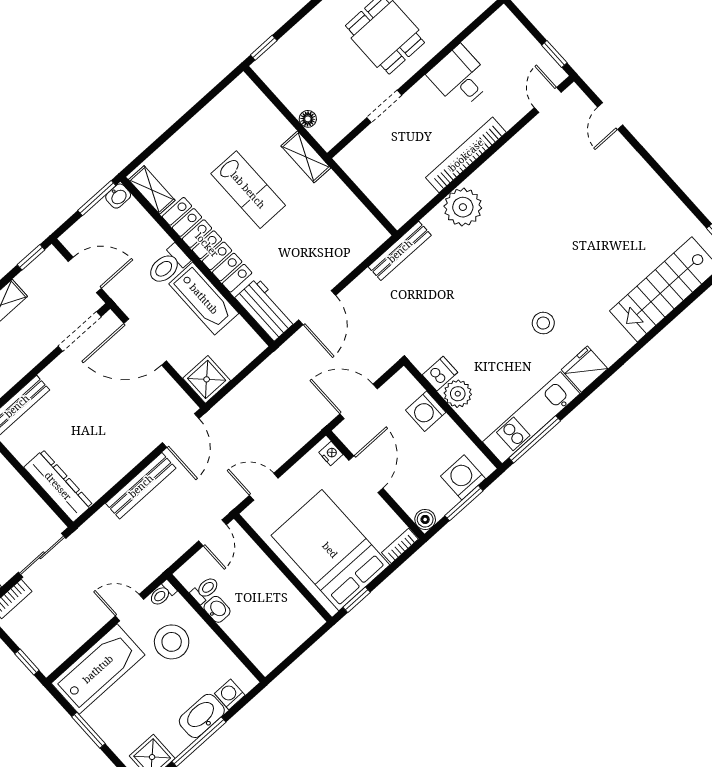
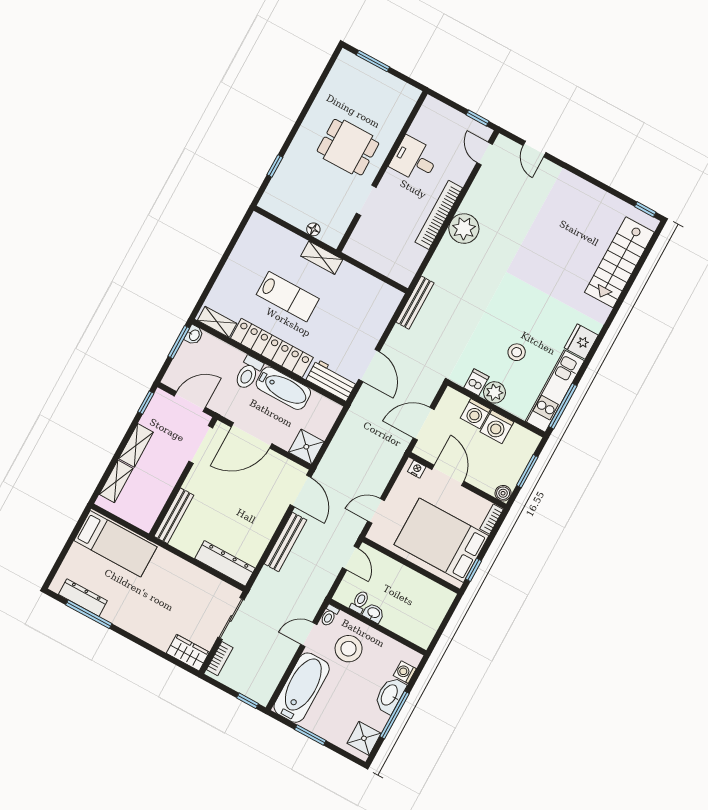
window: (264, 48) -> (275, 166), moved
plant: (463, 207) -> (464, 229), moved
stool: (543, 323) -> (517, 352), moved
washing machine: (463, 477) -> (497, 427), moved, turned -90

